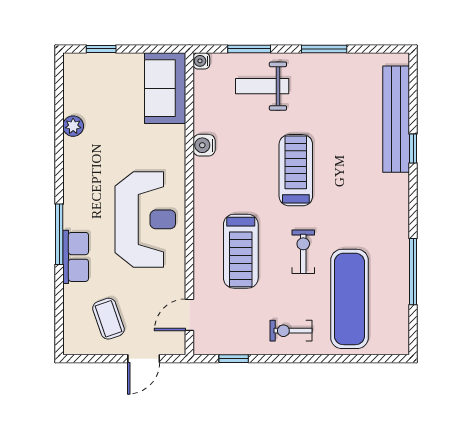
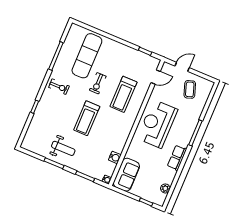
weight bench: (262, 86) -> (63, 148), moved
bench: (396, 119) -> (37, 122), removed
plant: (73, 126) -> (165, 188), moved
water cooler: (204, 145) -> (115, 157), moved
treadmill: (241, 251) -> (124, 94), turned 180
row of seats: (76, 257) -> (177, 158), moved
exercise bike: (291, 331) -> (59, 87), moved

